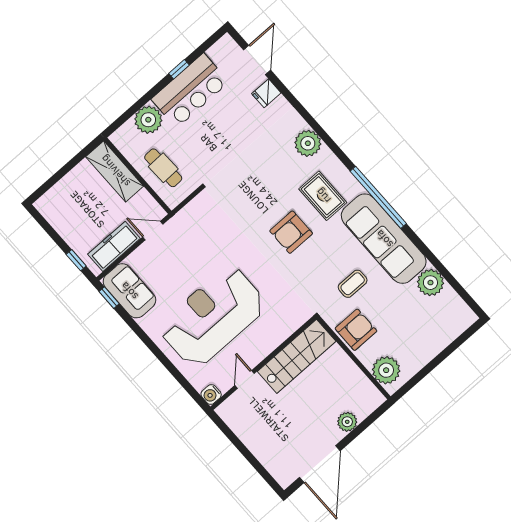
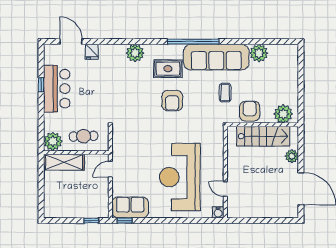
plant: (148, 120) -> (53, 141), moved
freezer: (114, 246) -> (101, 196), removed
stairs: (297, 356) -> (263, 136), moved, turned 90

